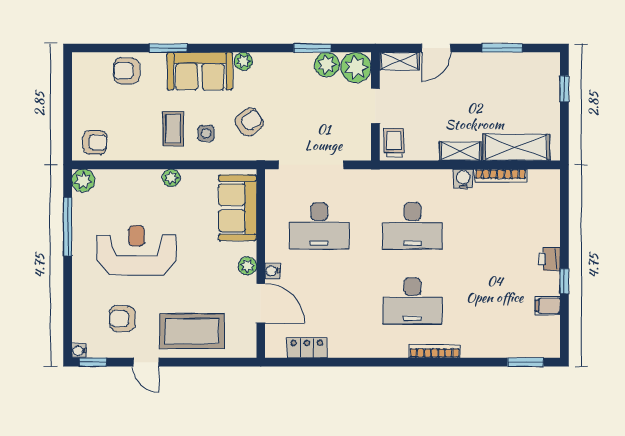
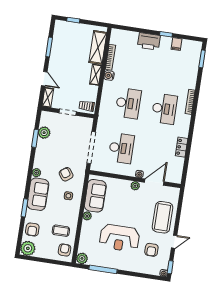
plant: (356, 67) -> (28, 248), moved
coffee table: (173, 129) -> (61, 231), moved
sofa: (238, 208) -> (95, 196), moved, turned -90
reception desk: (136, 250) -> (119, 238), turned -90
printer: (550, 259) -> (149, 41), width x1.87, depth x1.48
locker: (307, 348) -> (182, 147), moved

